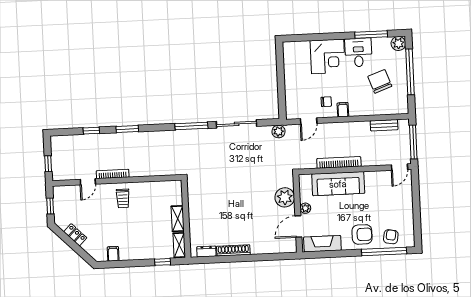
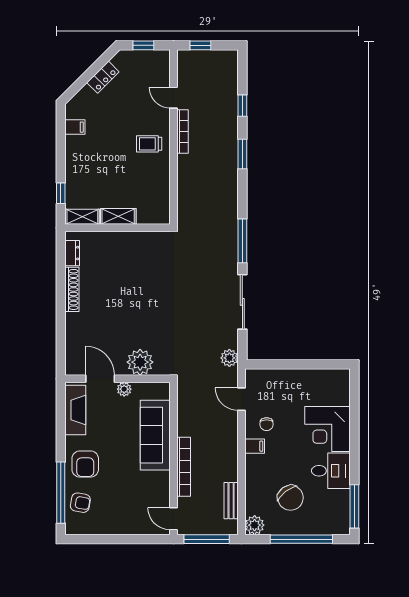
window: (371, 34) -> (354, 506), moved
plant: (398, 43) -> (255, 525), moved
chair: (380, 81) -> (290, 498), turned 73
bookcase: (339, 162) -> (184, 467), moved

